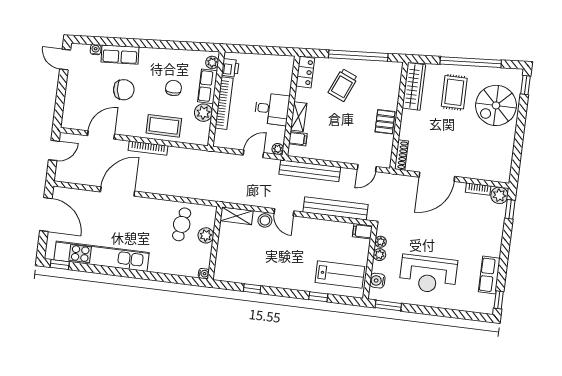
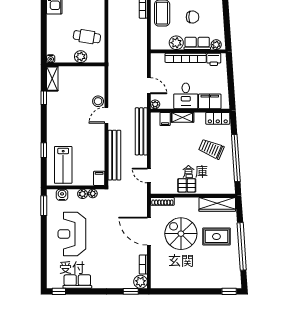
filing cabinet: (283, 80) -> (210, 101), added
spiral stairs: (496, 105) -> (181, 234), moved
shelving: (237, 216) -> (52, 79), moved

